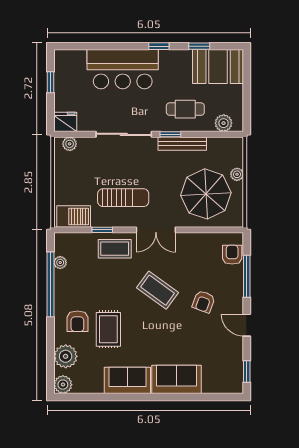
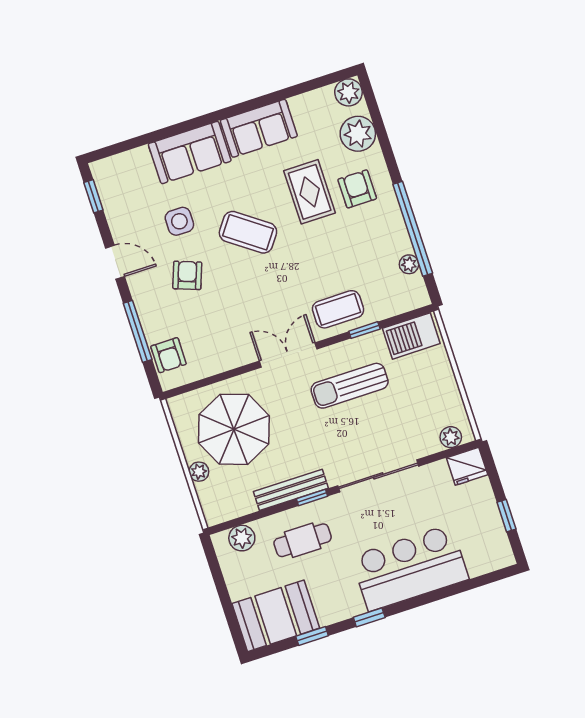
coffee table: (158, 290) -> (248, 232), moved
side table: (197, 338) -> (179, 221), added

